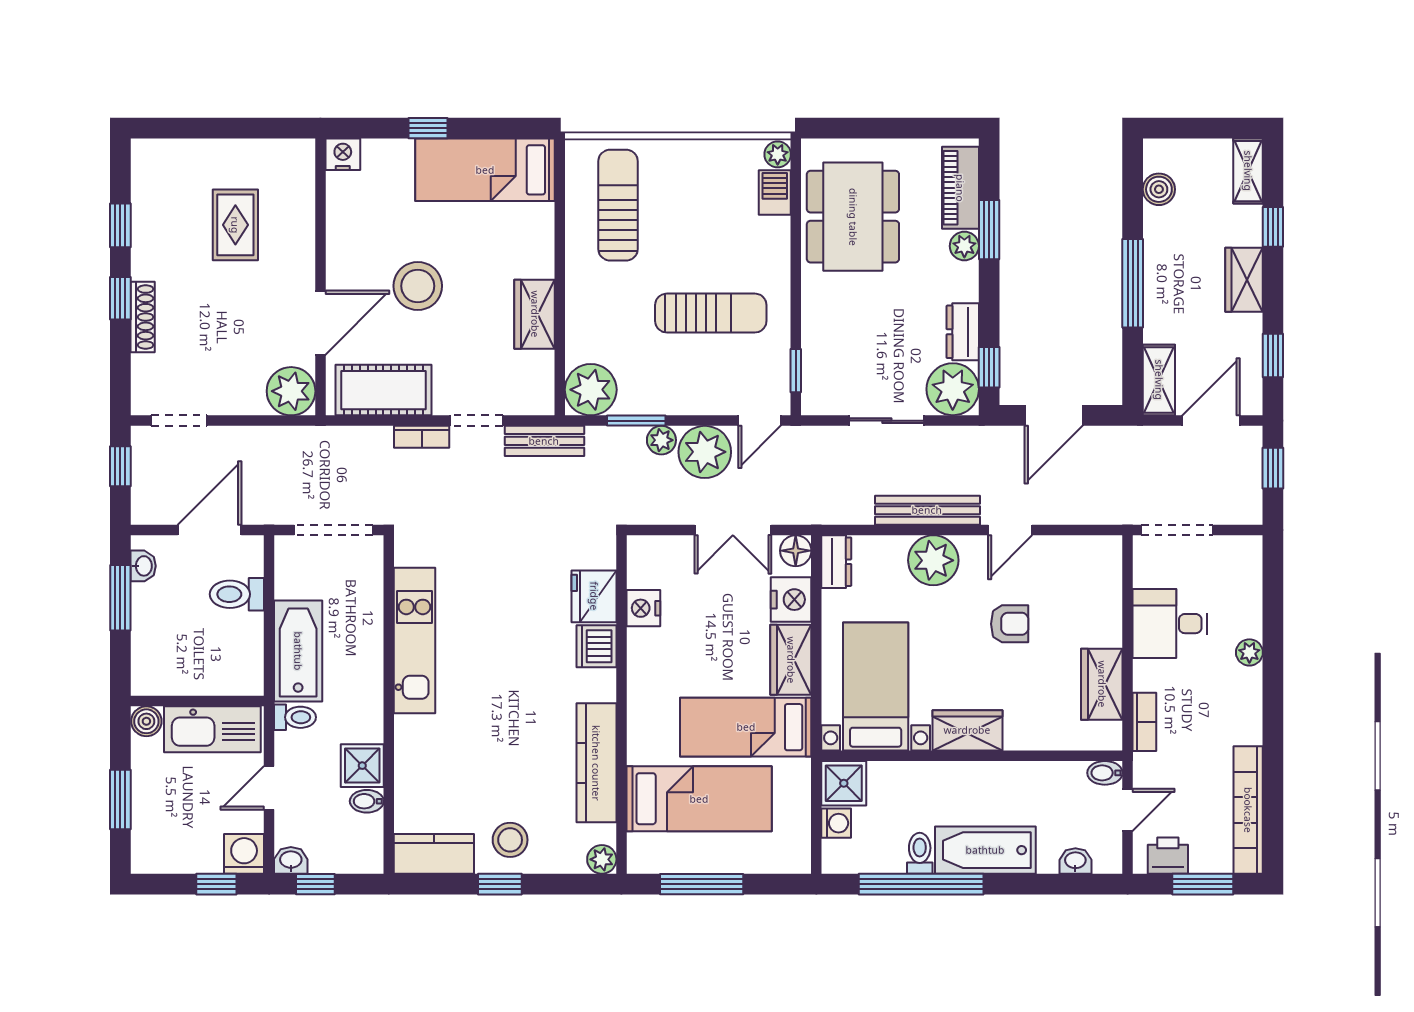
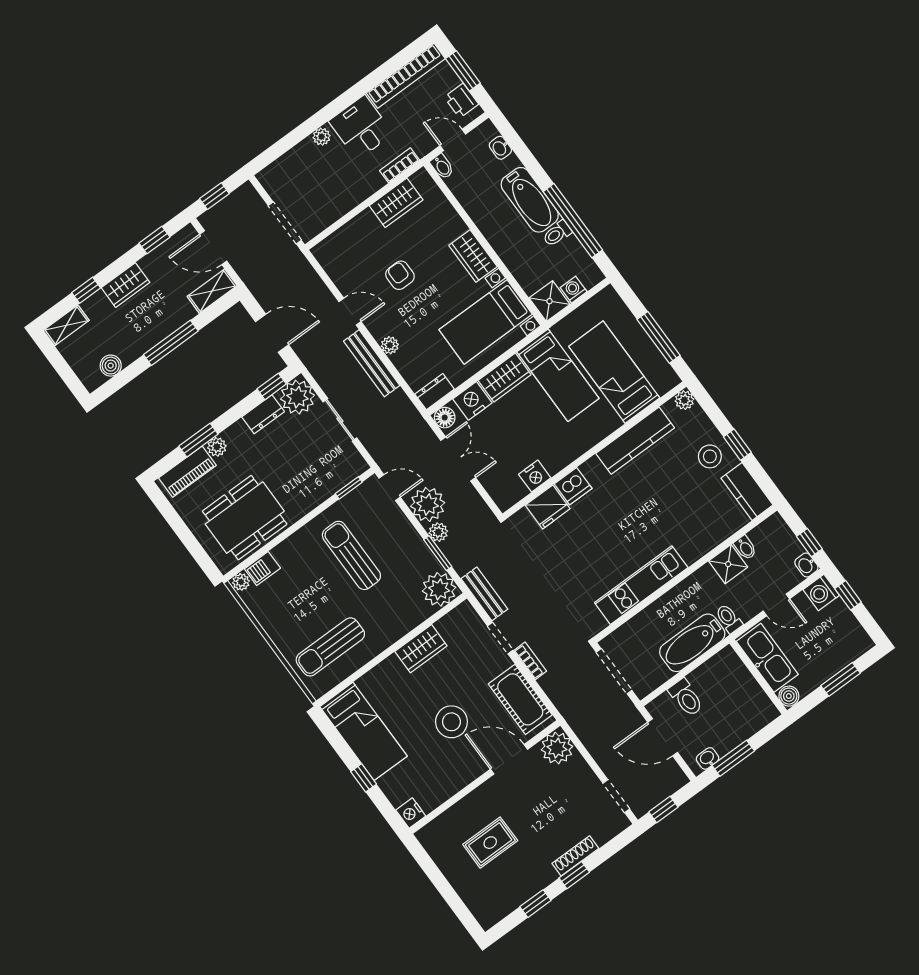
plant: (933, 560) -> (390, 345), width x0.53, depth x0.53
desk: (1170, 624) -> (361, 127), moved, turned 180

